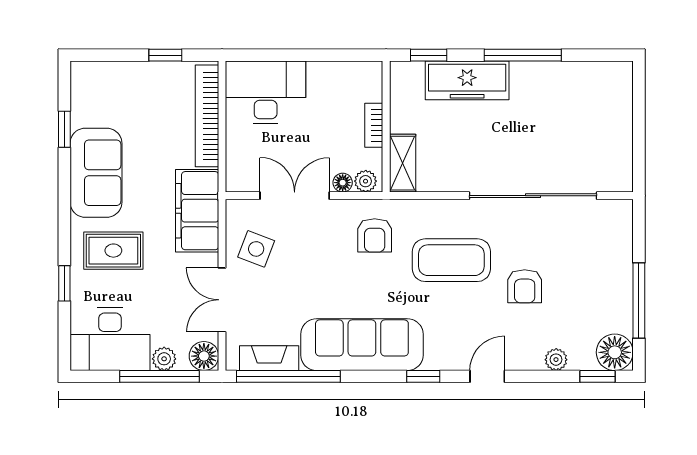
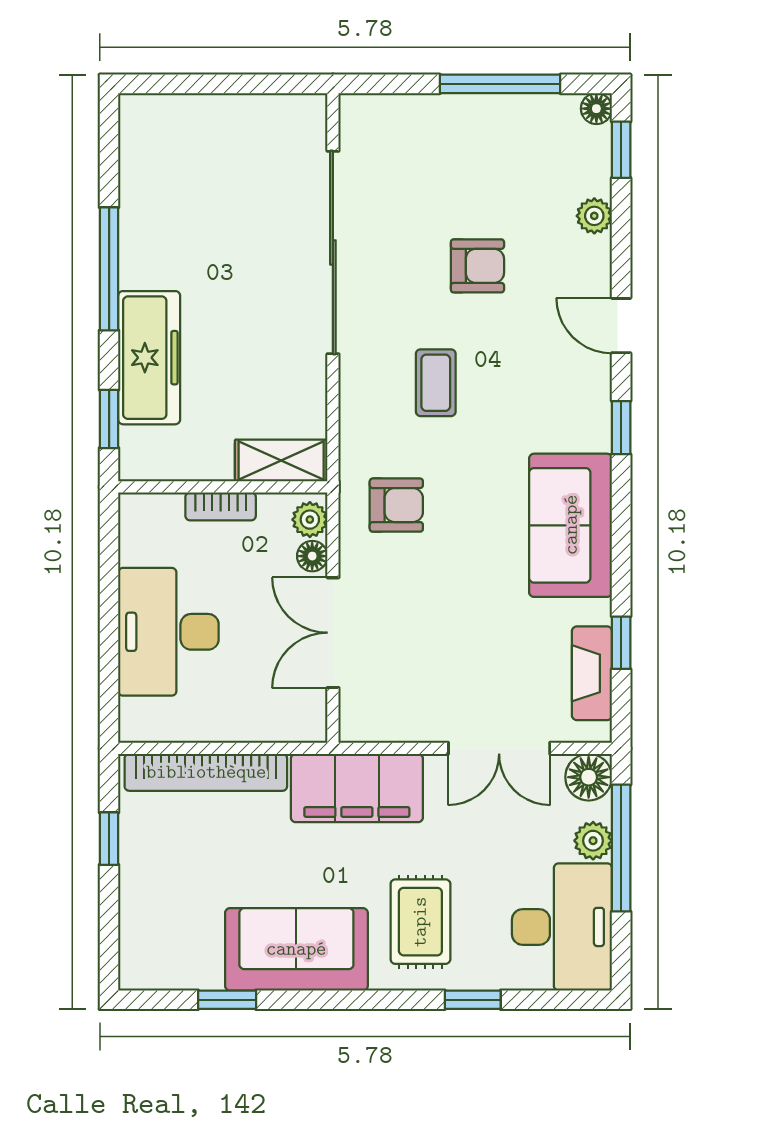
desk: (266, 92) -> (168, 632), moved
side table: (256, 249) -> (418, 694), removed
coffee table: (451, 260) -> (436, 383), width x0.54, depth x0.58
sofa: (362, 345) -> (571, 525), width x0.73
floor lamp: (615, 352) -> (596, 109), width x0.53, depth x0.53
window: (288, 376) -> (621, 643), width x0.32

